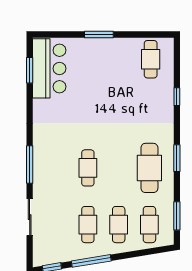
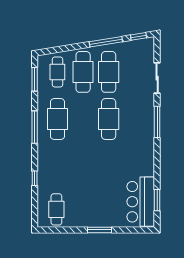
window: (177, 158) -> (35, 127), width x1.44
cafe table: (88, 168) -> (109, 119), width x1.37, depth x1.35
cafe table: (88, 225) -> (109, 72), width x1.37, depth x1.35
cafe table: (119, 225) -> (83, 72), width x1.37, depth x1.35

